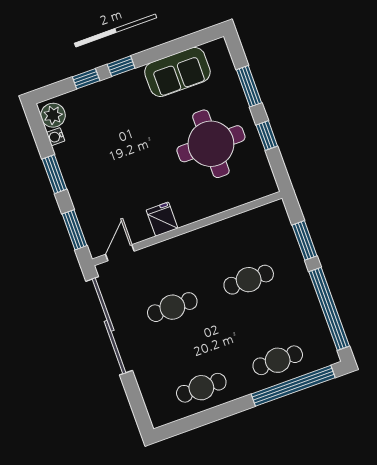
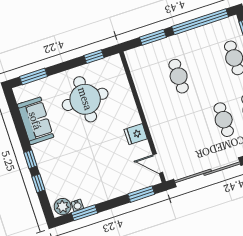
window: (249, 86) -> (34, 76), moved
window: (267, 136) -> (94, 57), moved
window: (54, 174) -> (84, 213), moved
cafe table: (172, 307) -> (224, 120), moved

